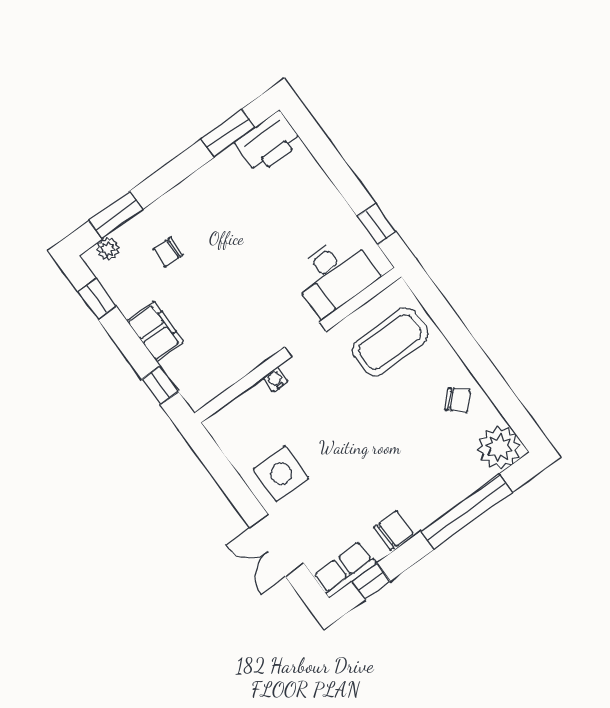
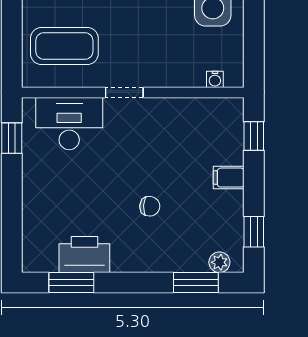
printer: (269, 142) -> (84, 255), moved
chair: (168, 252) -> (150, 206), moved
filing cabinet: (155, 331) -> (229, 178), width x0.50
water cooler: (275, 379) -> (215, 79), moved

